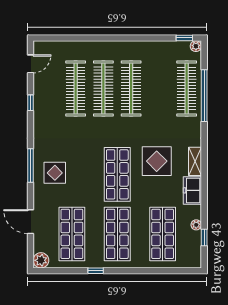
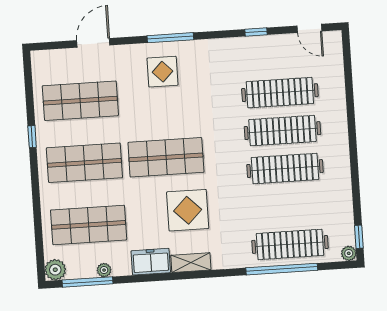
window: (204, 237) -> (87, 282), width x2.17
plant: (41, 260) -> (55, 270), moved

